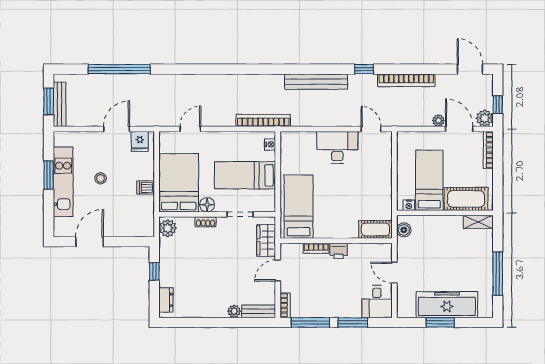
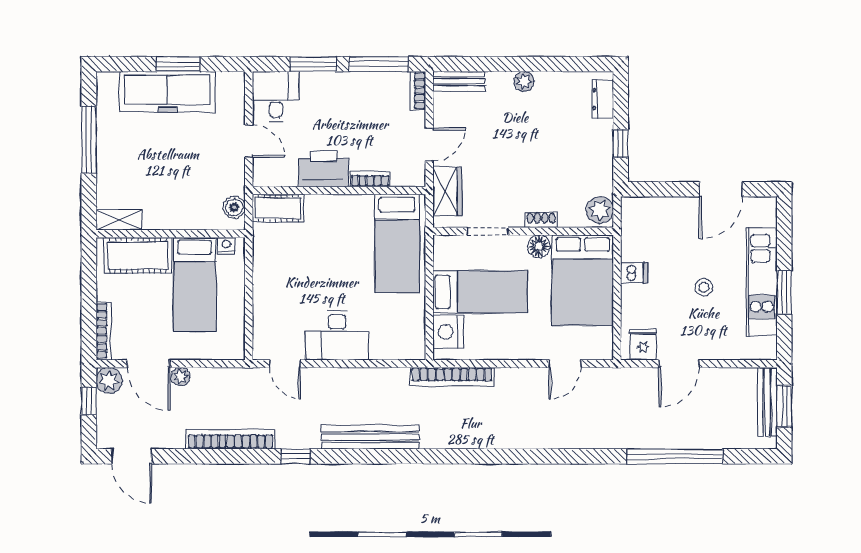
nightstand: (270, 144) -> (448, 332), width x1.89, depth x1.79
printer: (339, 251) -> (324, 169), width x1.87, depth x1.48
plant: (234, 311) -> (524, 81), moved

